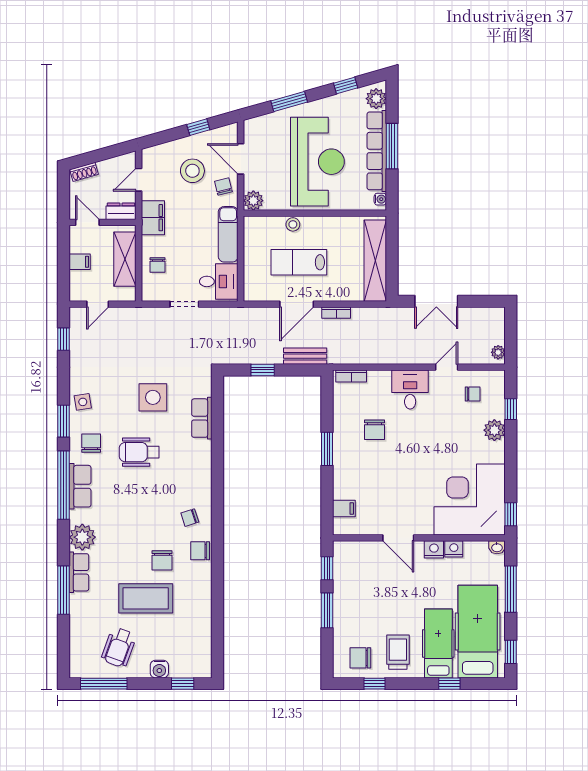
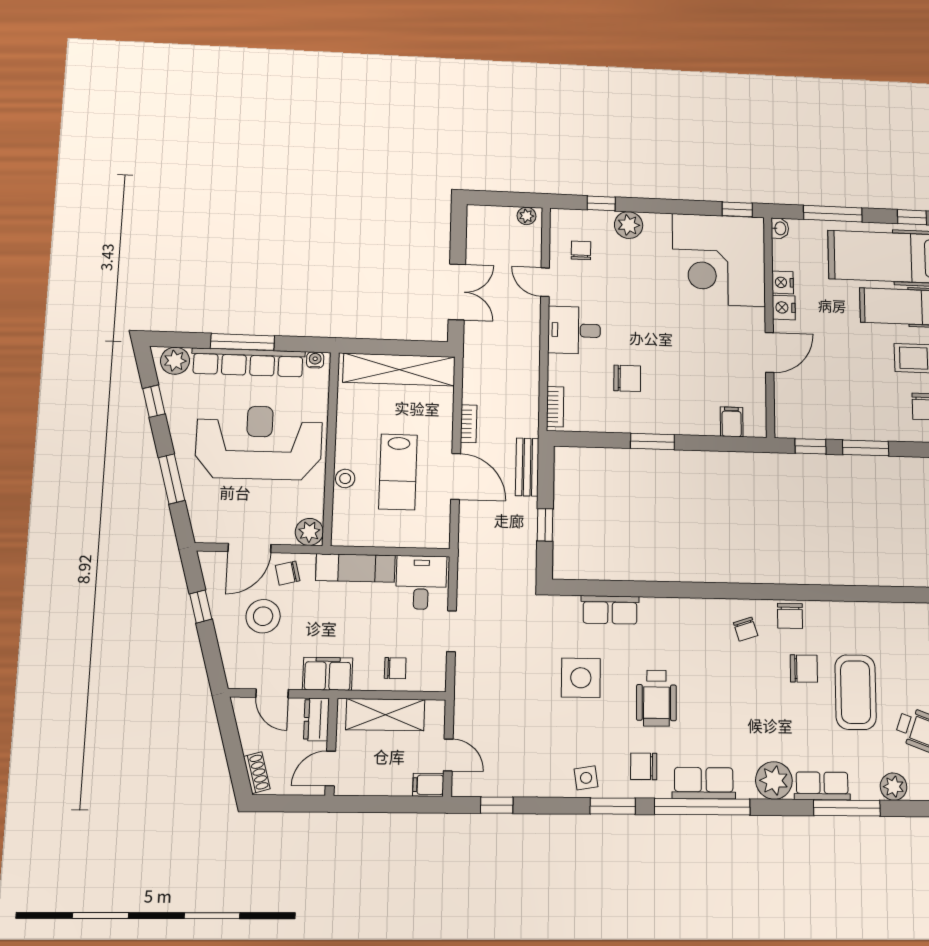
filing cabinet: (80, 262) -> (428, 785), moved, turned -90
plant: (79, 625) -> (894, 787), added

